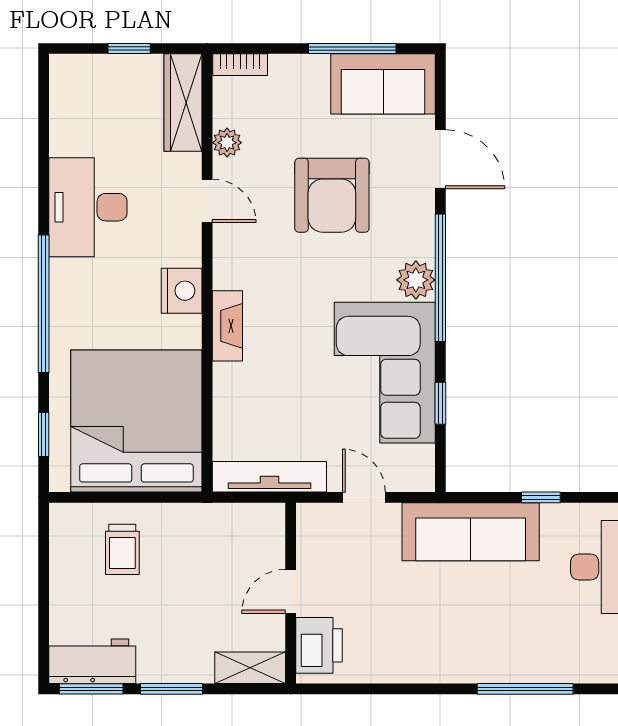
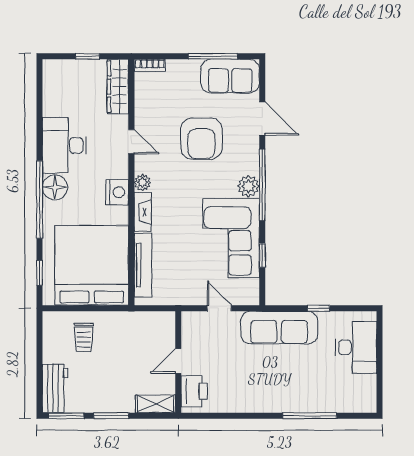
plant: (227, 143) -> (143, 182), moved
floor lamp: (71, 282) -> (55, 187), added
tv unit: (269, 477) -> (143, 265), moved, turned 90
workbench: (92, 661) -> (55, 388), moved, turned 90

